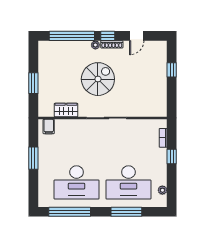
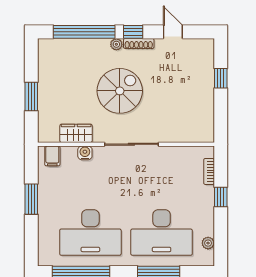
door: (137, 36) -> (173, 32), swing flipped
water cooler: (73, 124) -> (85, 153), added

